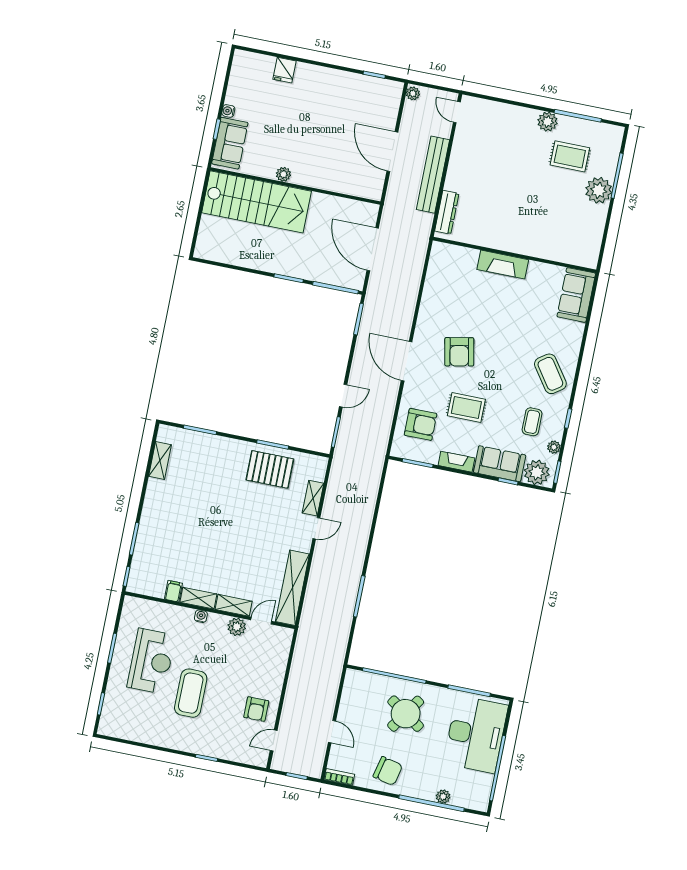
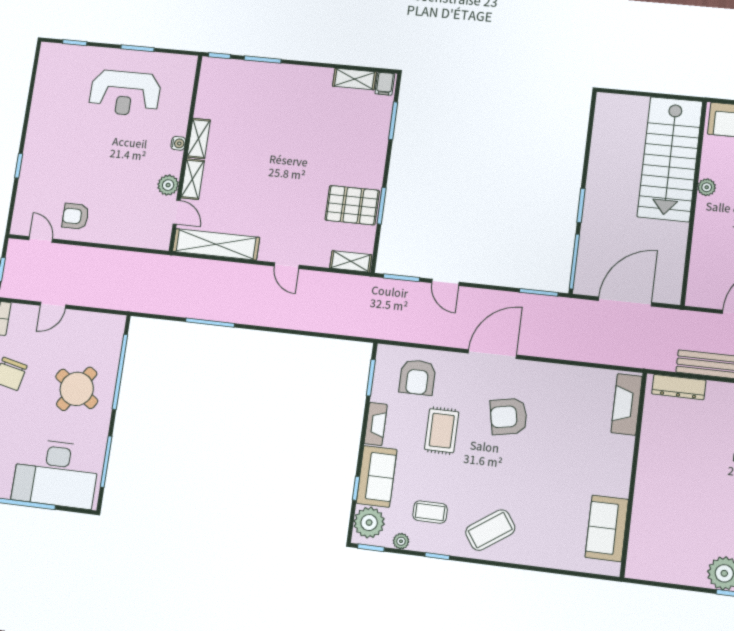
fireplace: (503, 265) -> (627, 404), moved
sofa: (576, 295) -> (607, 528), moved, turned -90
pallet: (270, 469) -> (352, 205), turned 90
shelving: (313, 498) -> (351, 261), moved
filing cabinet: (173, 591) -> (385, 84), moved, turned 90
coffee table: (191, 693) -> (91, 141), removed

